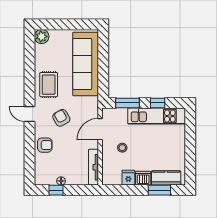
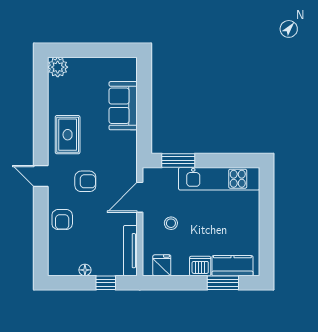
sofa: (86, 64) -> (123, 106), width x0.54, depth x0.79
window: (158, 103) -> (221, 160), removed
armchair: (61, 118) -> (85, 181), turned 119
armchair: (45, 145) -> (62, 220), turned 90
fridge: (128, 178) -> (162, 265), moved
window: (56, 190) -> (106, 283), moved

